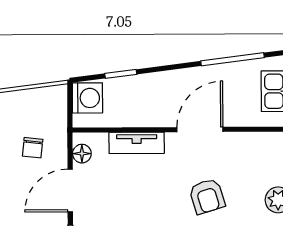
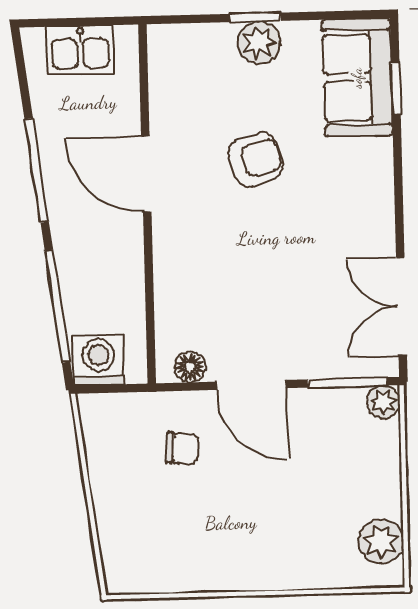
window: (232, 59) -> (37, 170), moved
window: (121, 74) -> (58, 306), width x2.17
tv unit: (137, 143) -> (170, 277), removed

